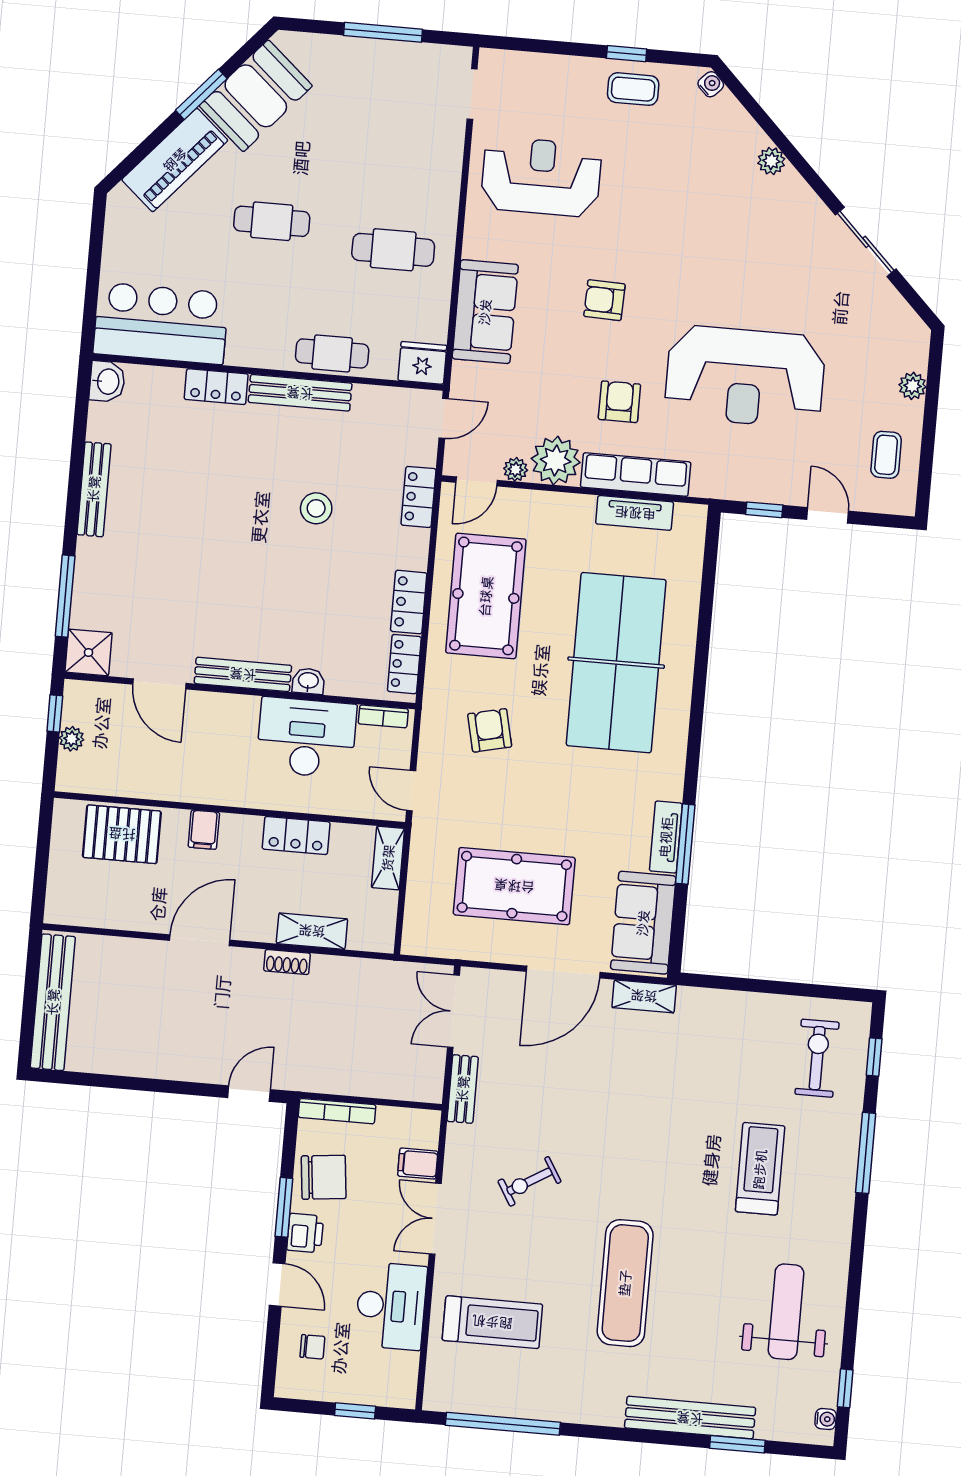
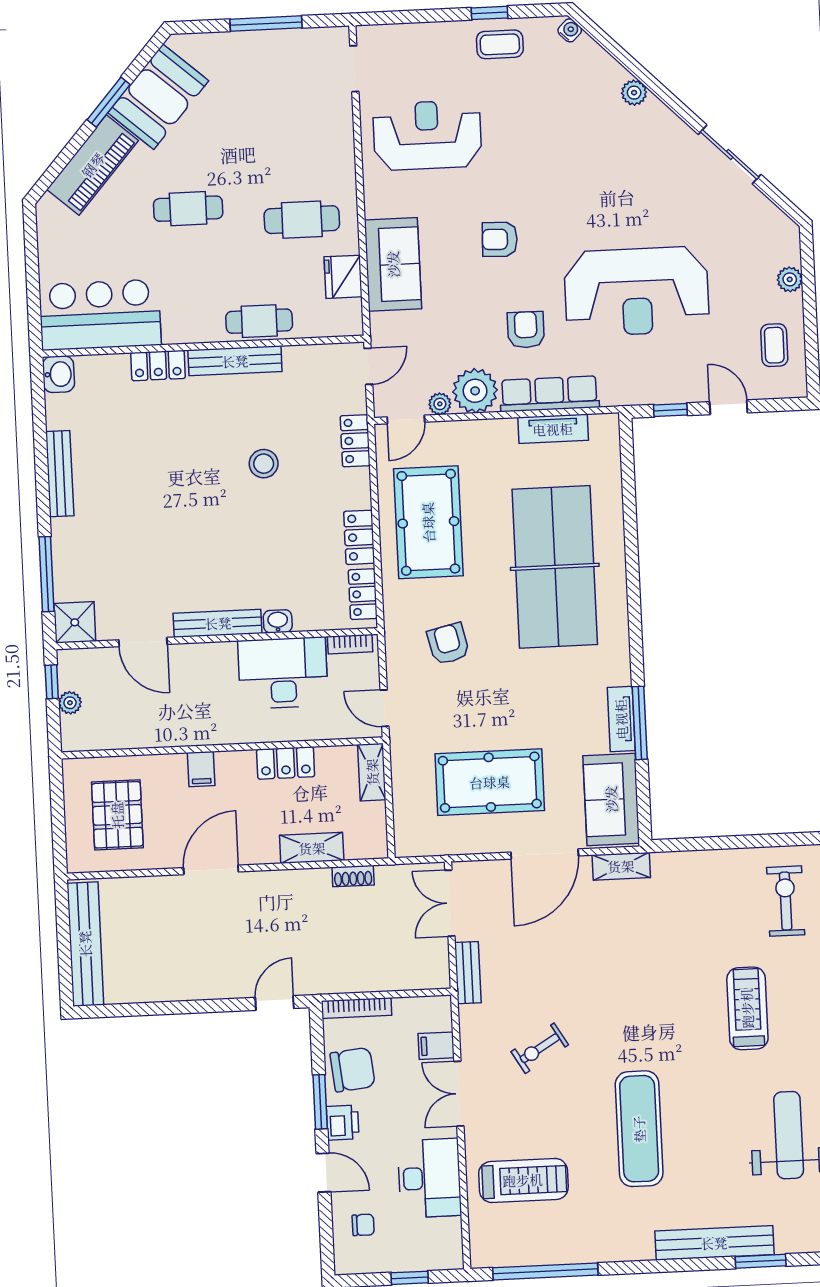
fridge: (422, 363) -> (343, 277), moved, turned -90
pallet: (122, 834) -> (117, 815), moved, turned 90
shoe rack: (287, 962) -> (353, 876), moved

